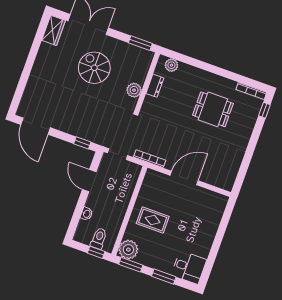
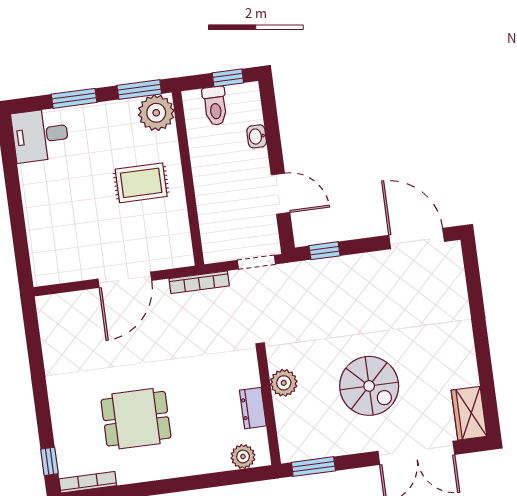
window: (96, 252) -> (228, 78), moved

